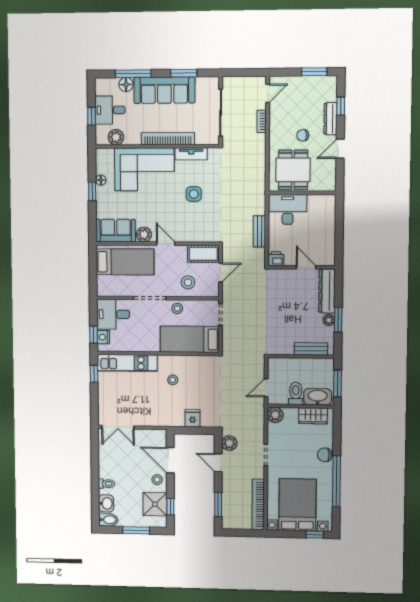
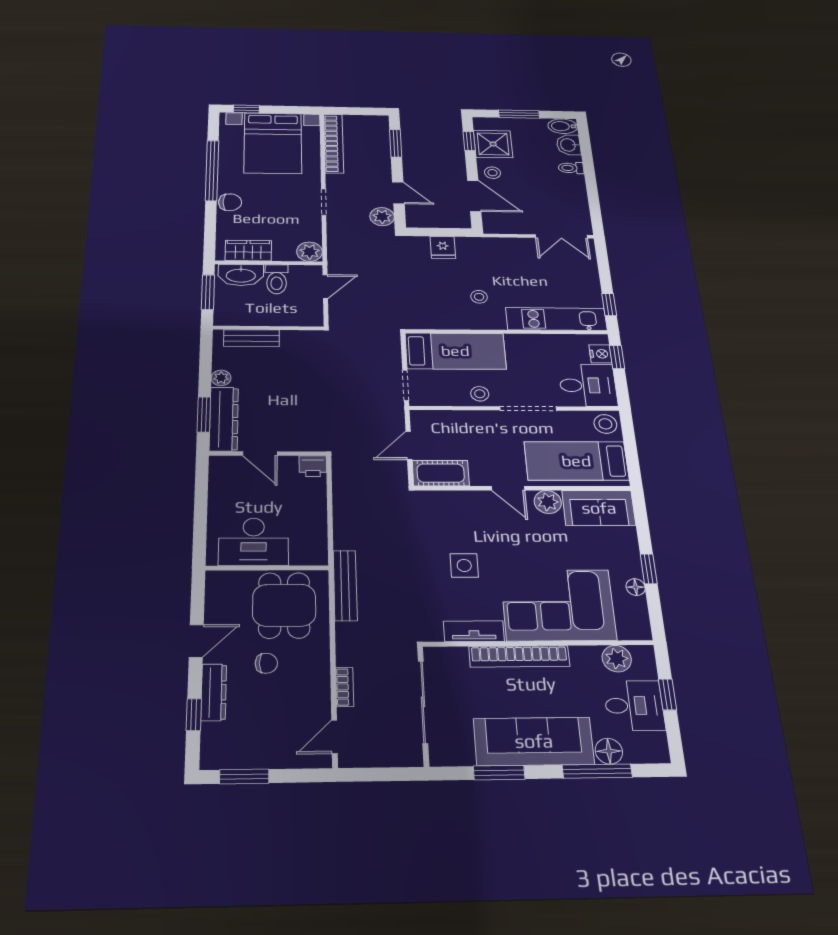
desk: (288, 209) -> (254, 542), moved
bench: (259, 231) -> (345, 585), moved, width x1.36
stool: (188, 282) -> (605, 424), moved
window: (338, 320) -> (204, 415), moved
double door: (118, 427) -> (561, 236), swing flipped

